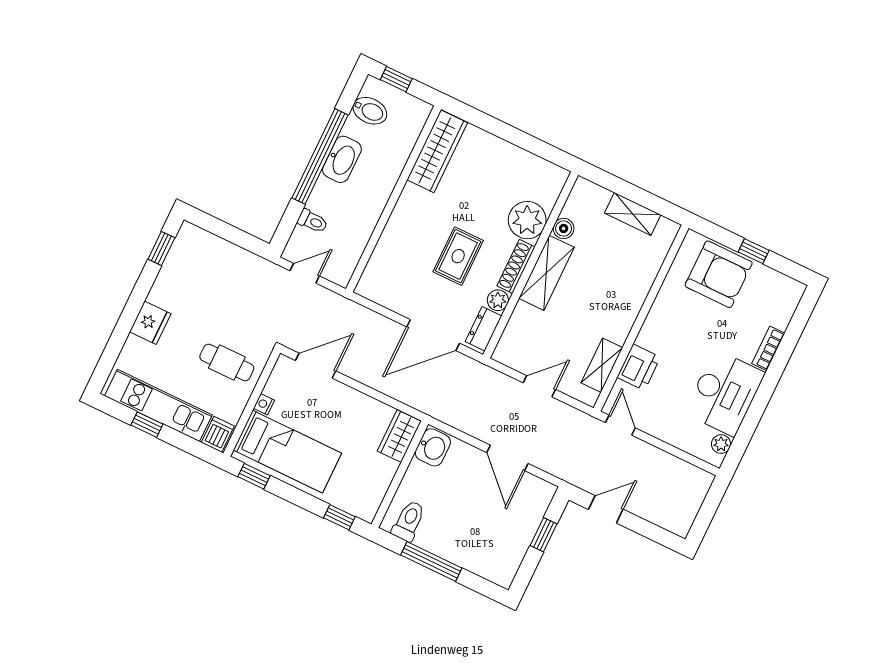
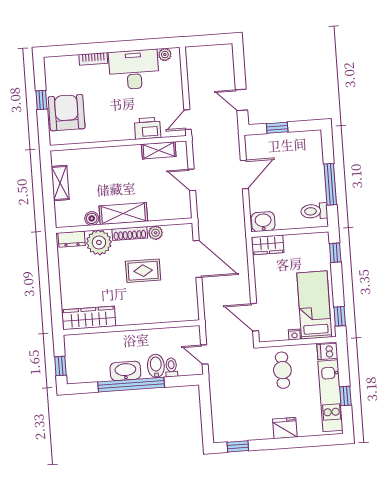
bidet: (370, 111) -> (156, 366), moved
dresser: (484, 329) -> (72, 239), moved

